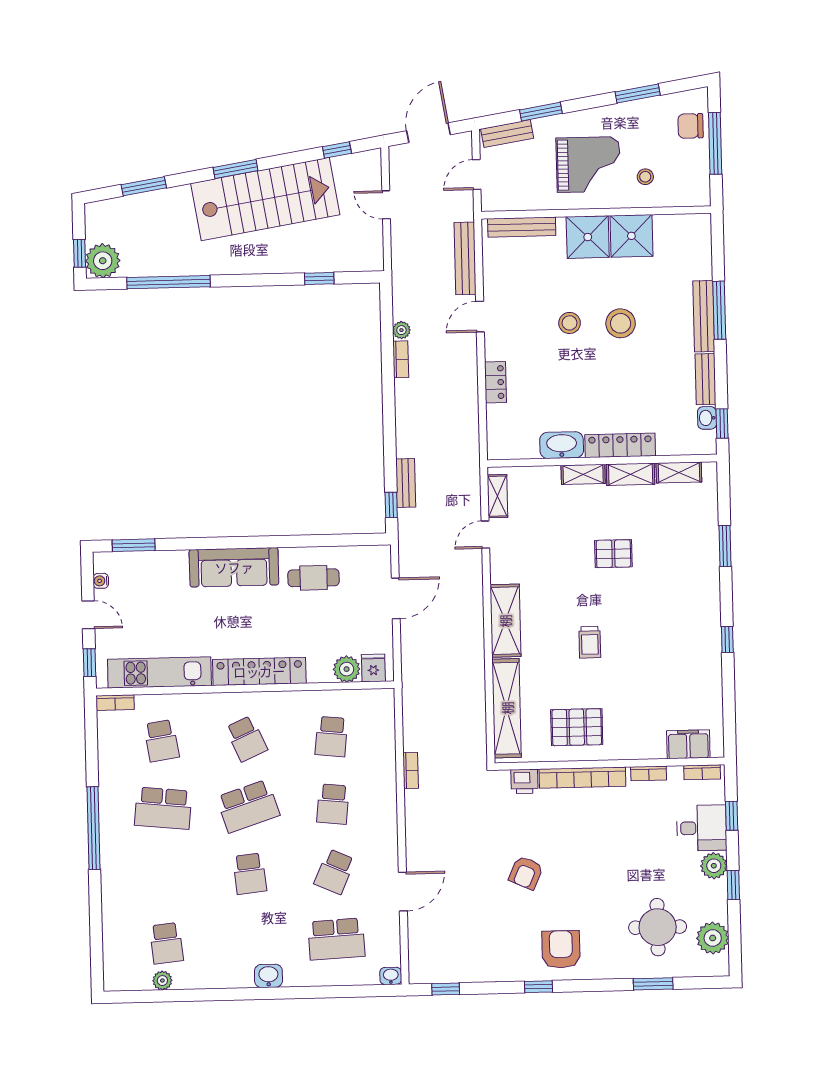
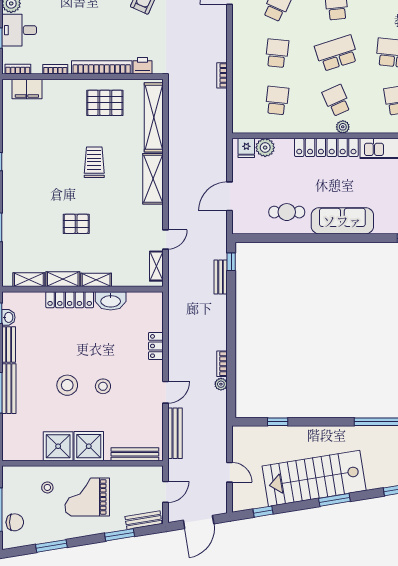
trolley: (590, 642) -> (94, 162), width x1.36, depth x1.39
plant: (237, 701) -> (343, 127), added

